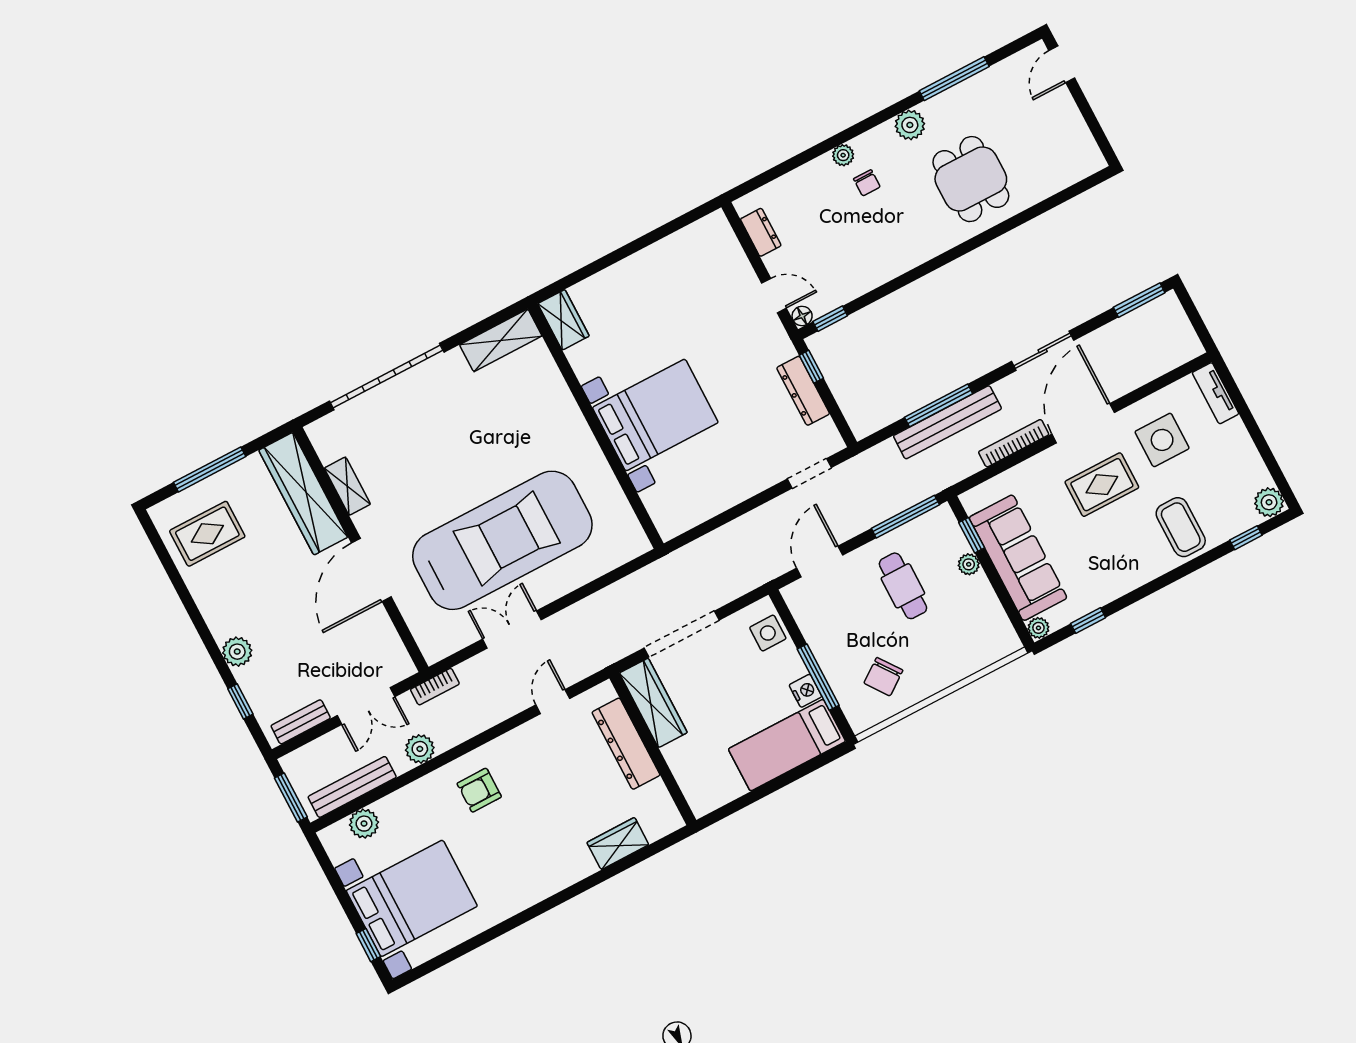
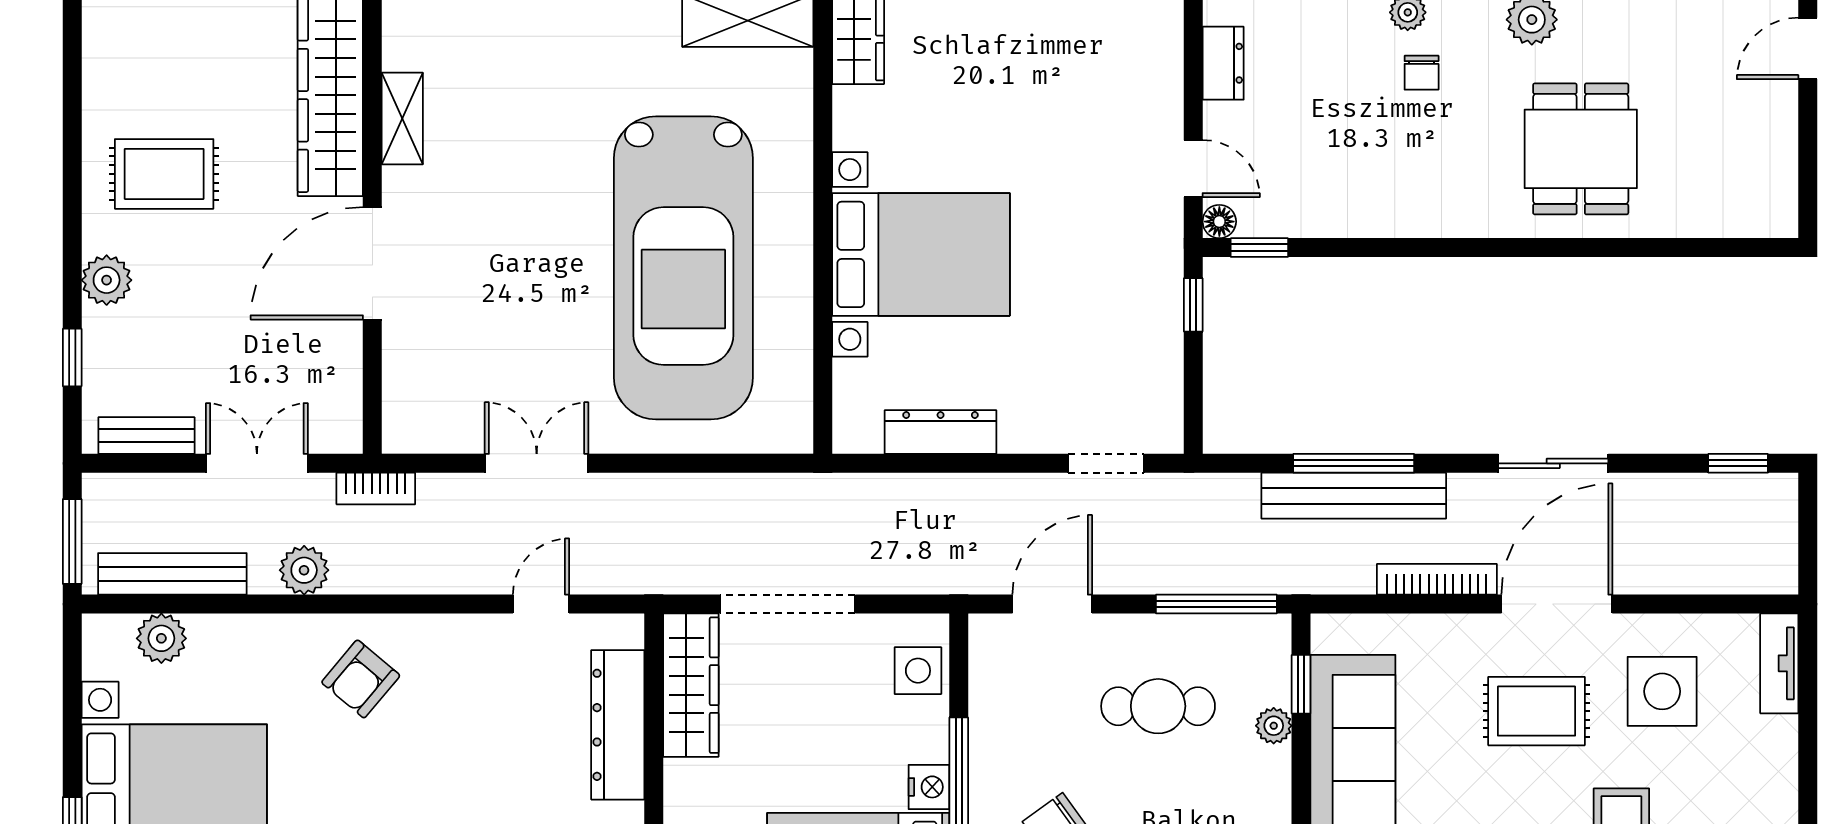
window: (1139, 300) -> (1738, 463), width x0.67
dresser: (803, 391) -> (941, 432), moved, turned 90
rug: (207, 534) -> (164, 174), moved
car: (502, 540) -> (683, 268), moved, turned 90
cafe table: (903, 586) -> (1158, 706), turned 90
double door: (366, 706) -> (257, 463), swing flipped
armchair: (479, 790) -> (361, 679), turned -50

